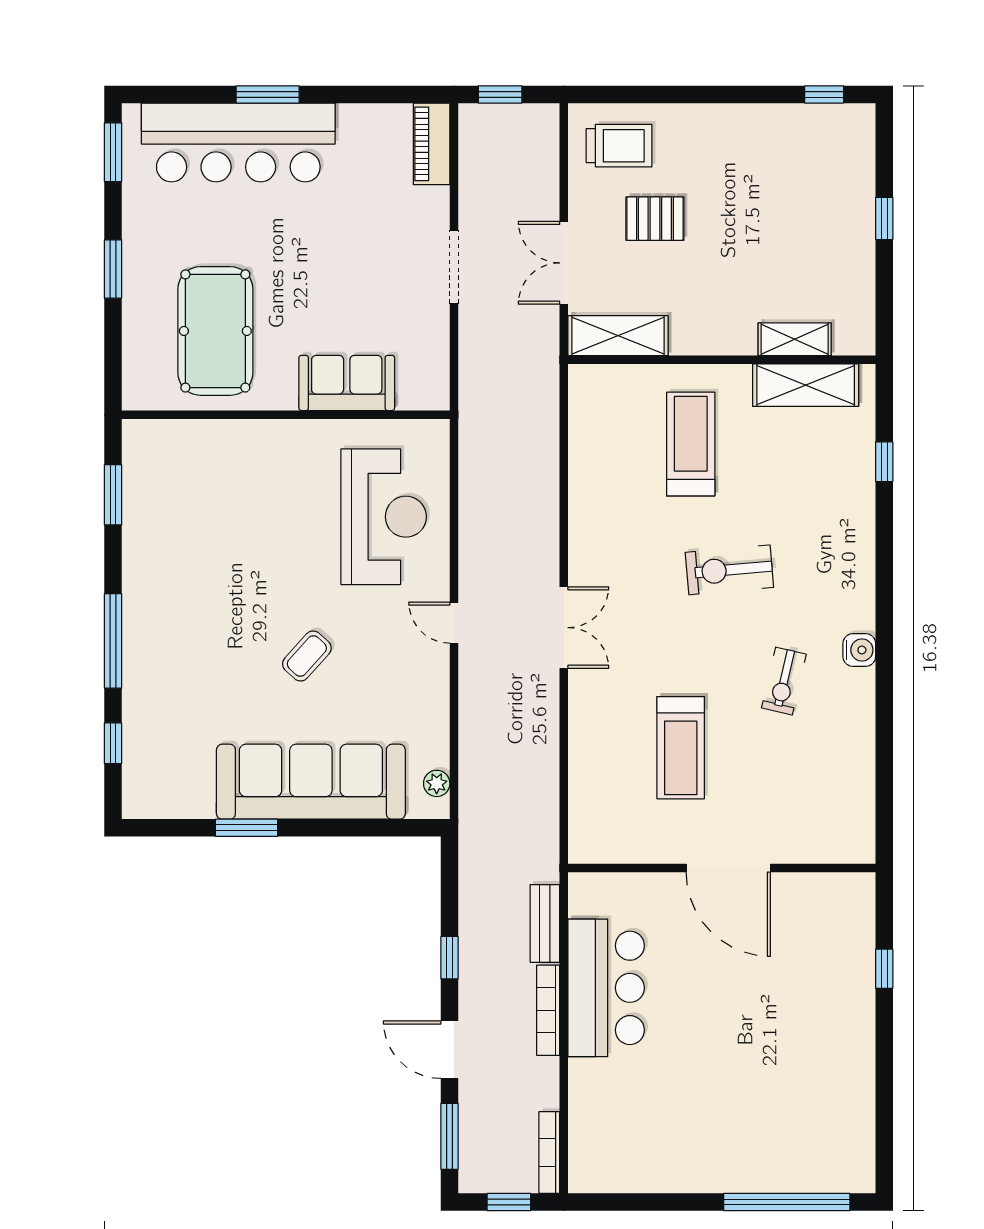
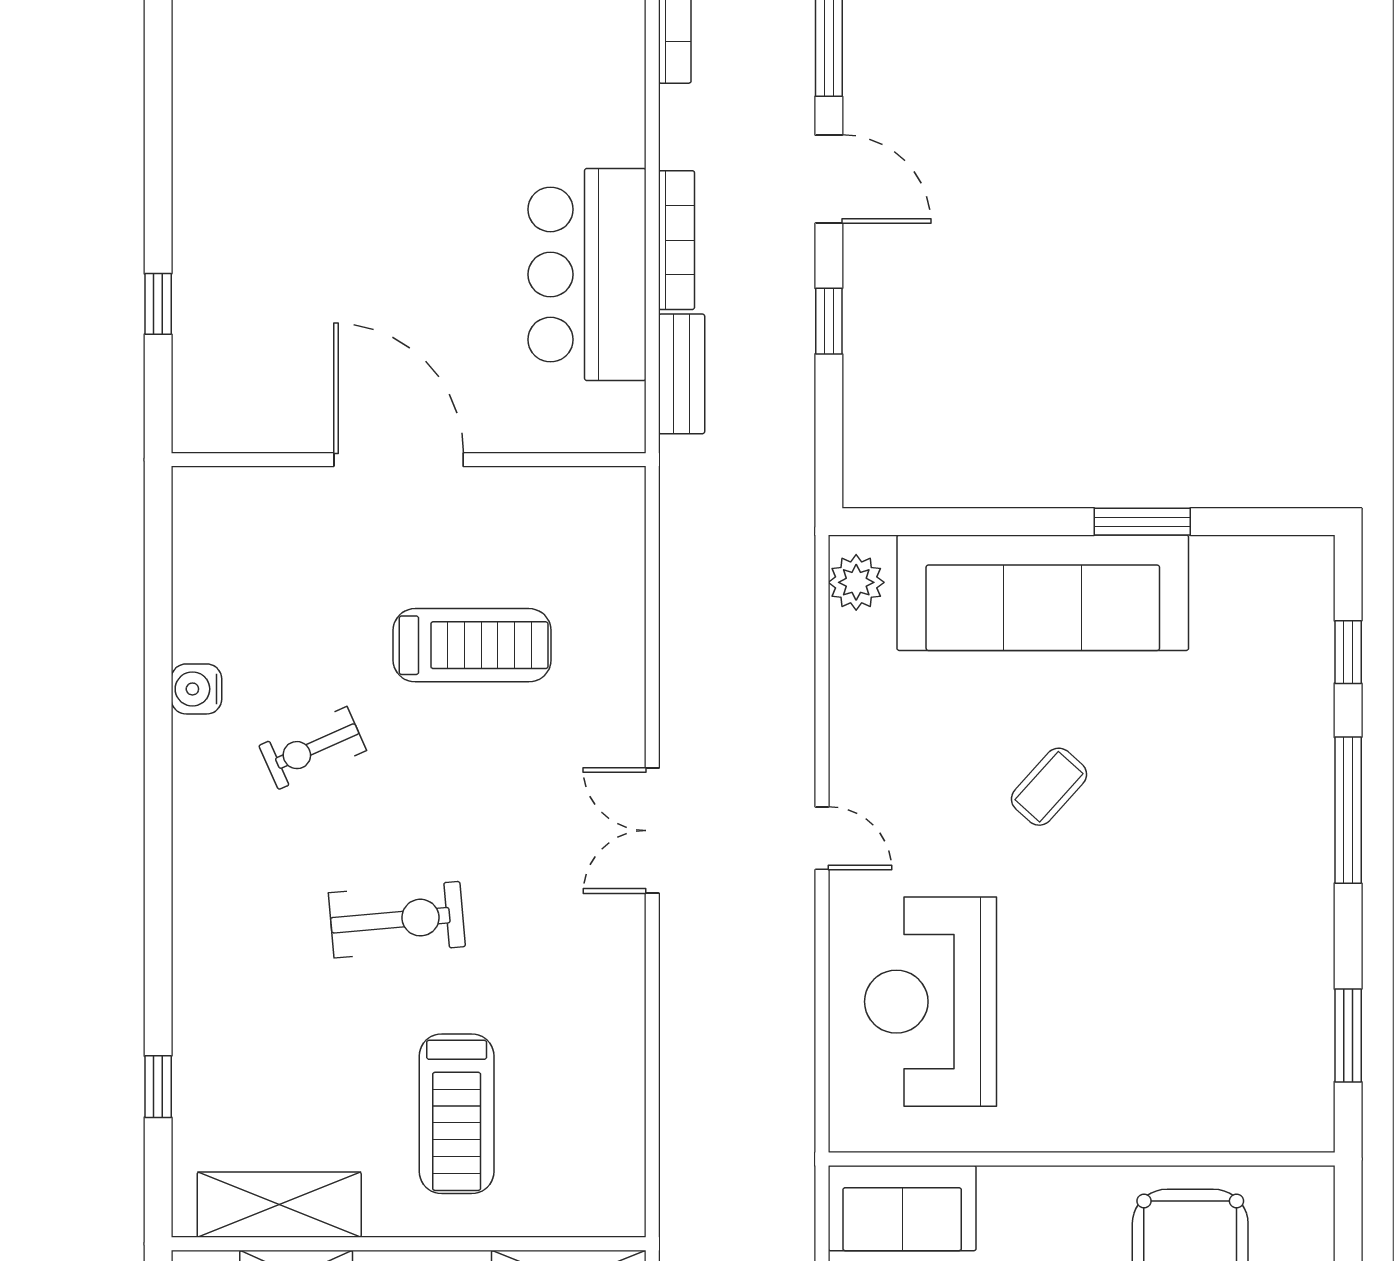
sofa: (347, 383) -> (902, 1208), moved
water cooler: (859, 650) -> (196, 689), moved
exercise bike: (784, 681) -> (313, 748), turned -127
treadmill: (681, 748) -> (472, 645), turned 90
plant: (437, 783) -> (856, 582), width x1.38, depth x1.38

